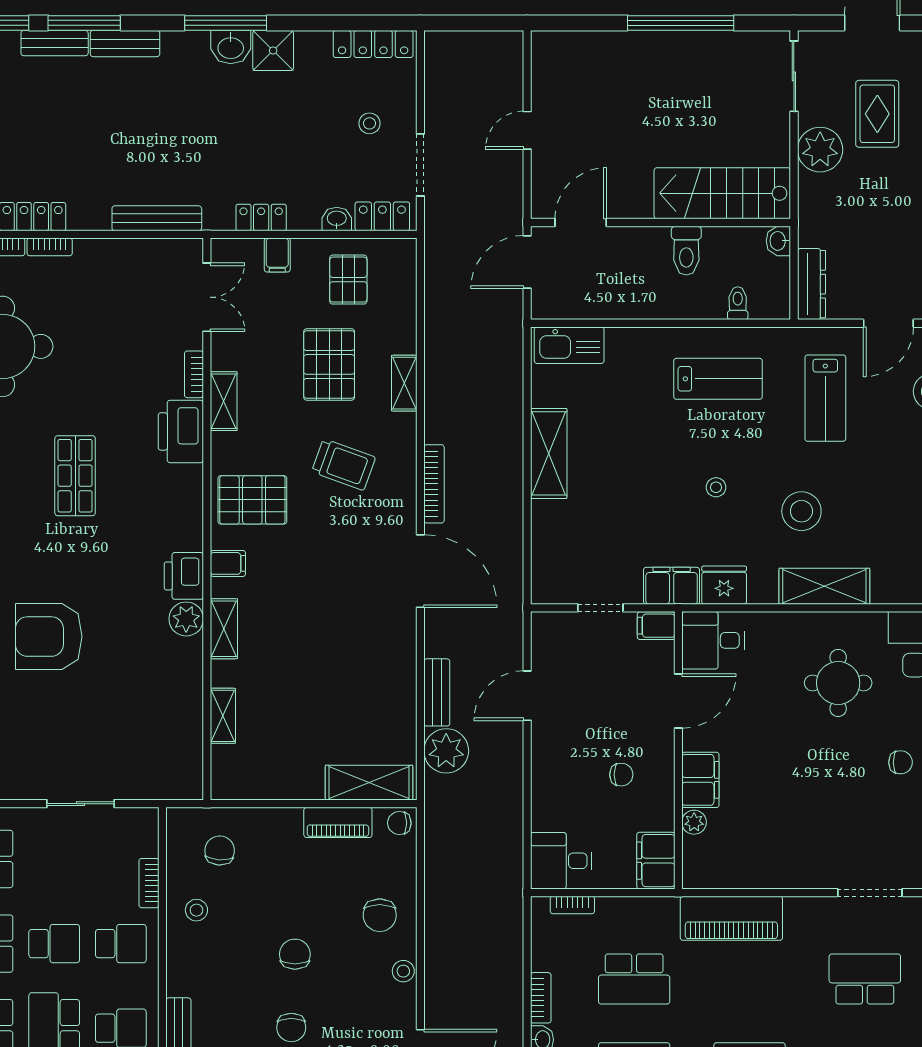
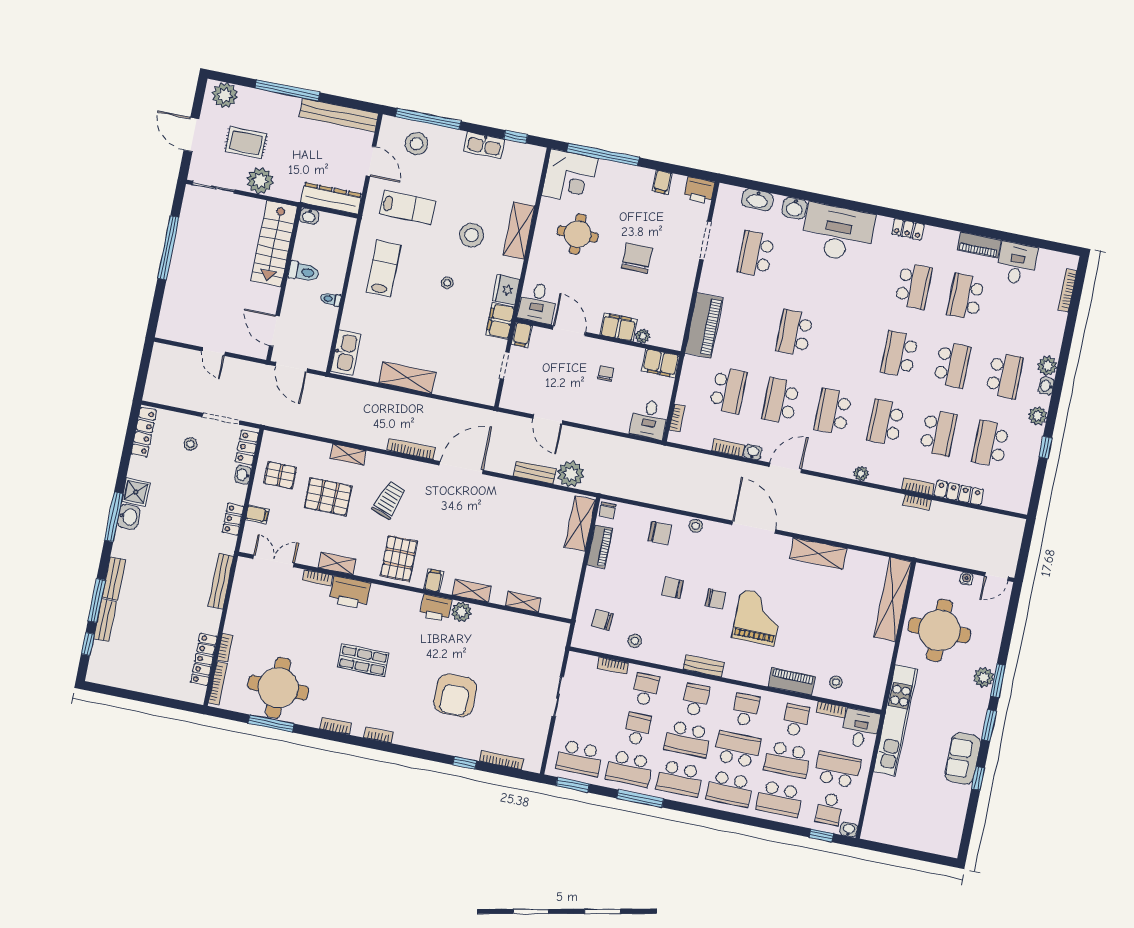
dresser: (811, 284) -> (331, 198), width x1.37, depth x1.24
toilet: (738, 303) -> (331, 299), moved
chair: (901, 762) -> (637, 258), moved, width x1.87, depth x1.87

